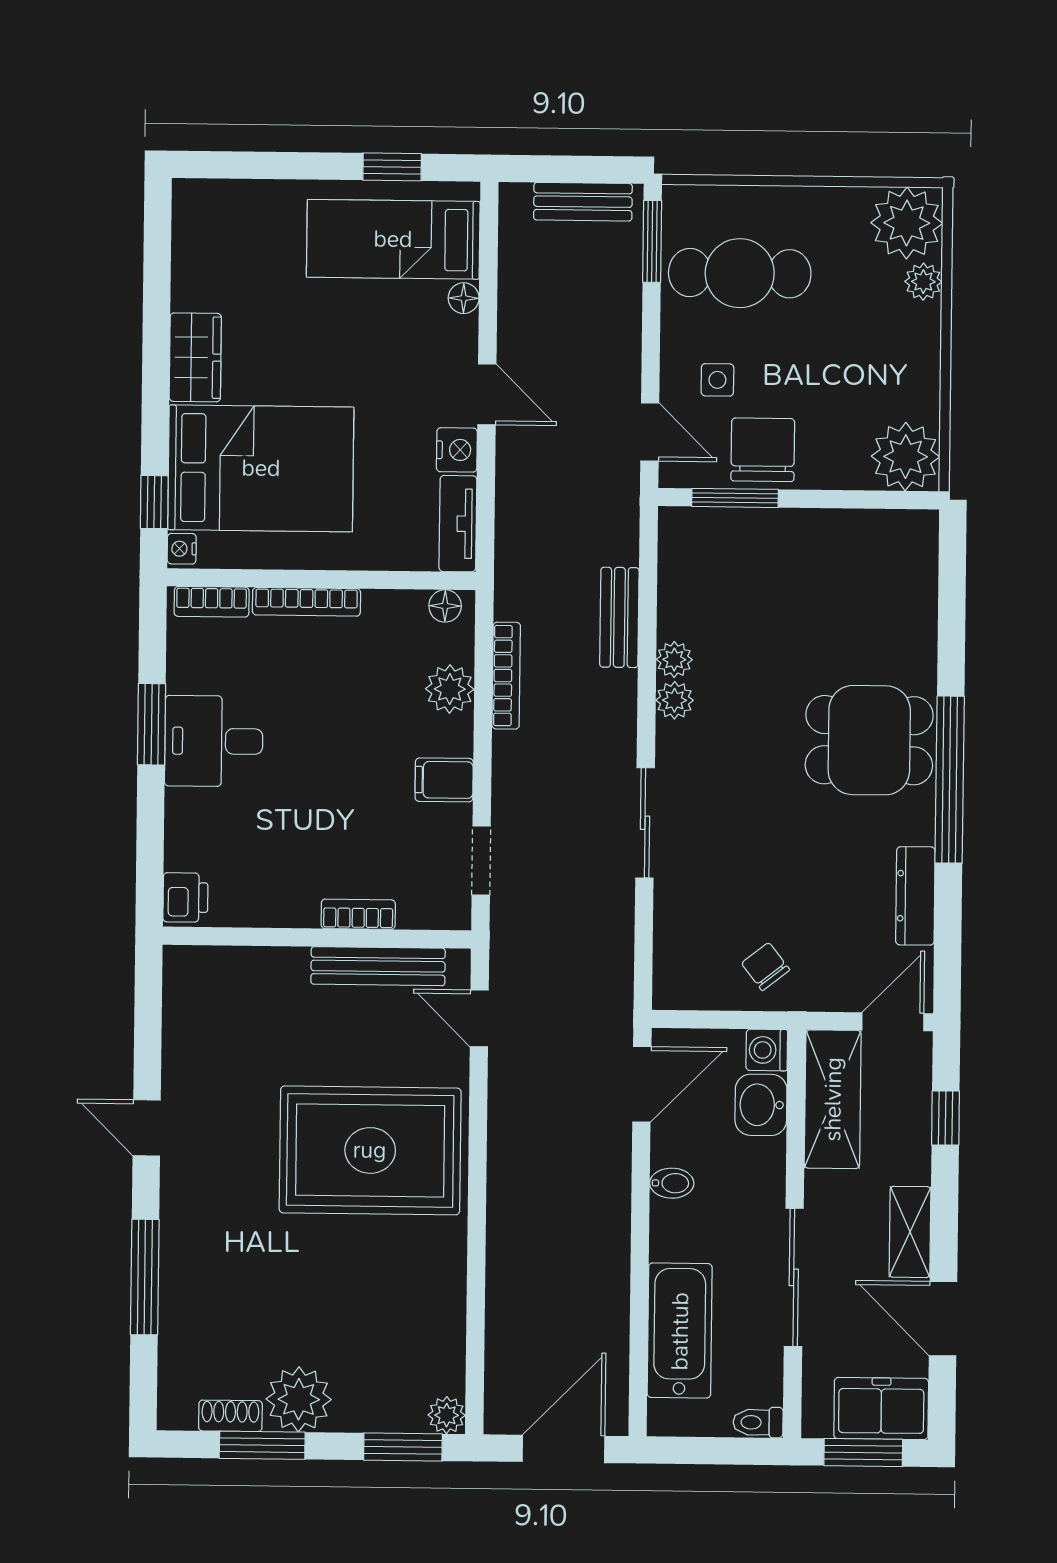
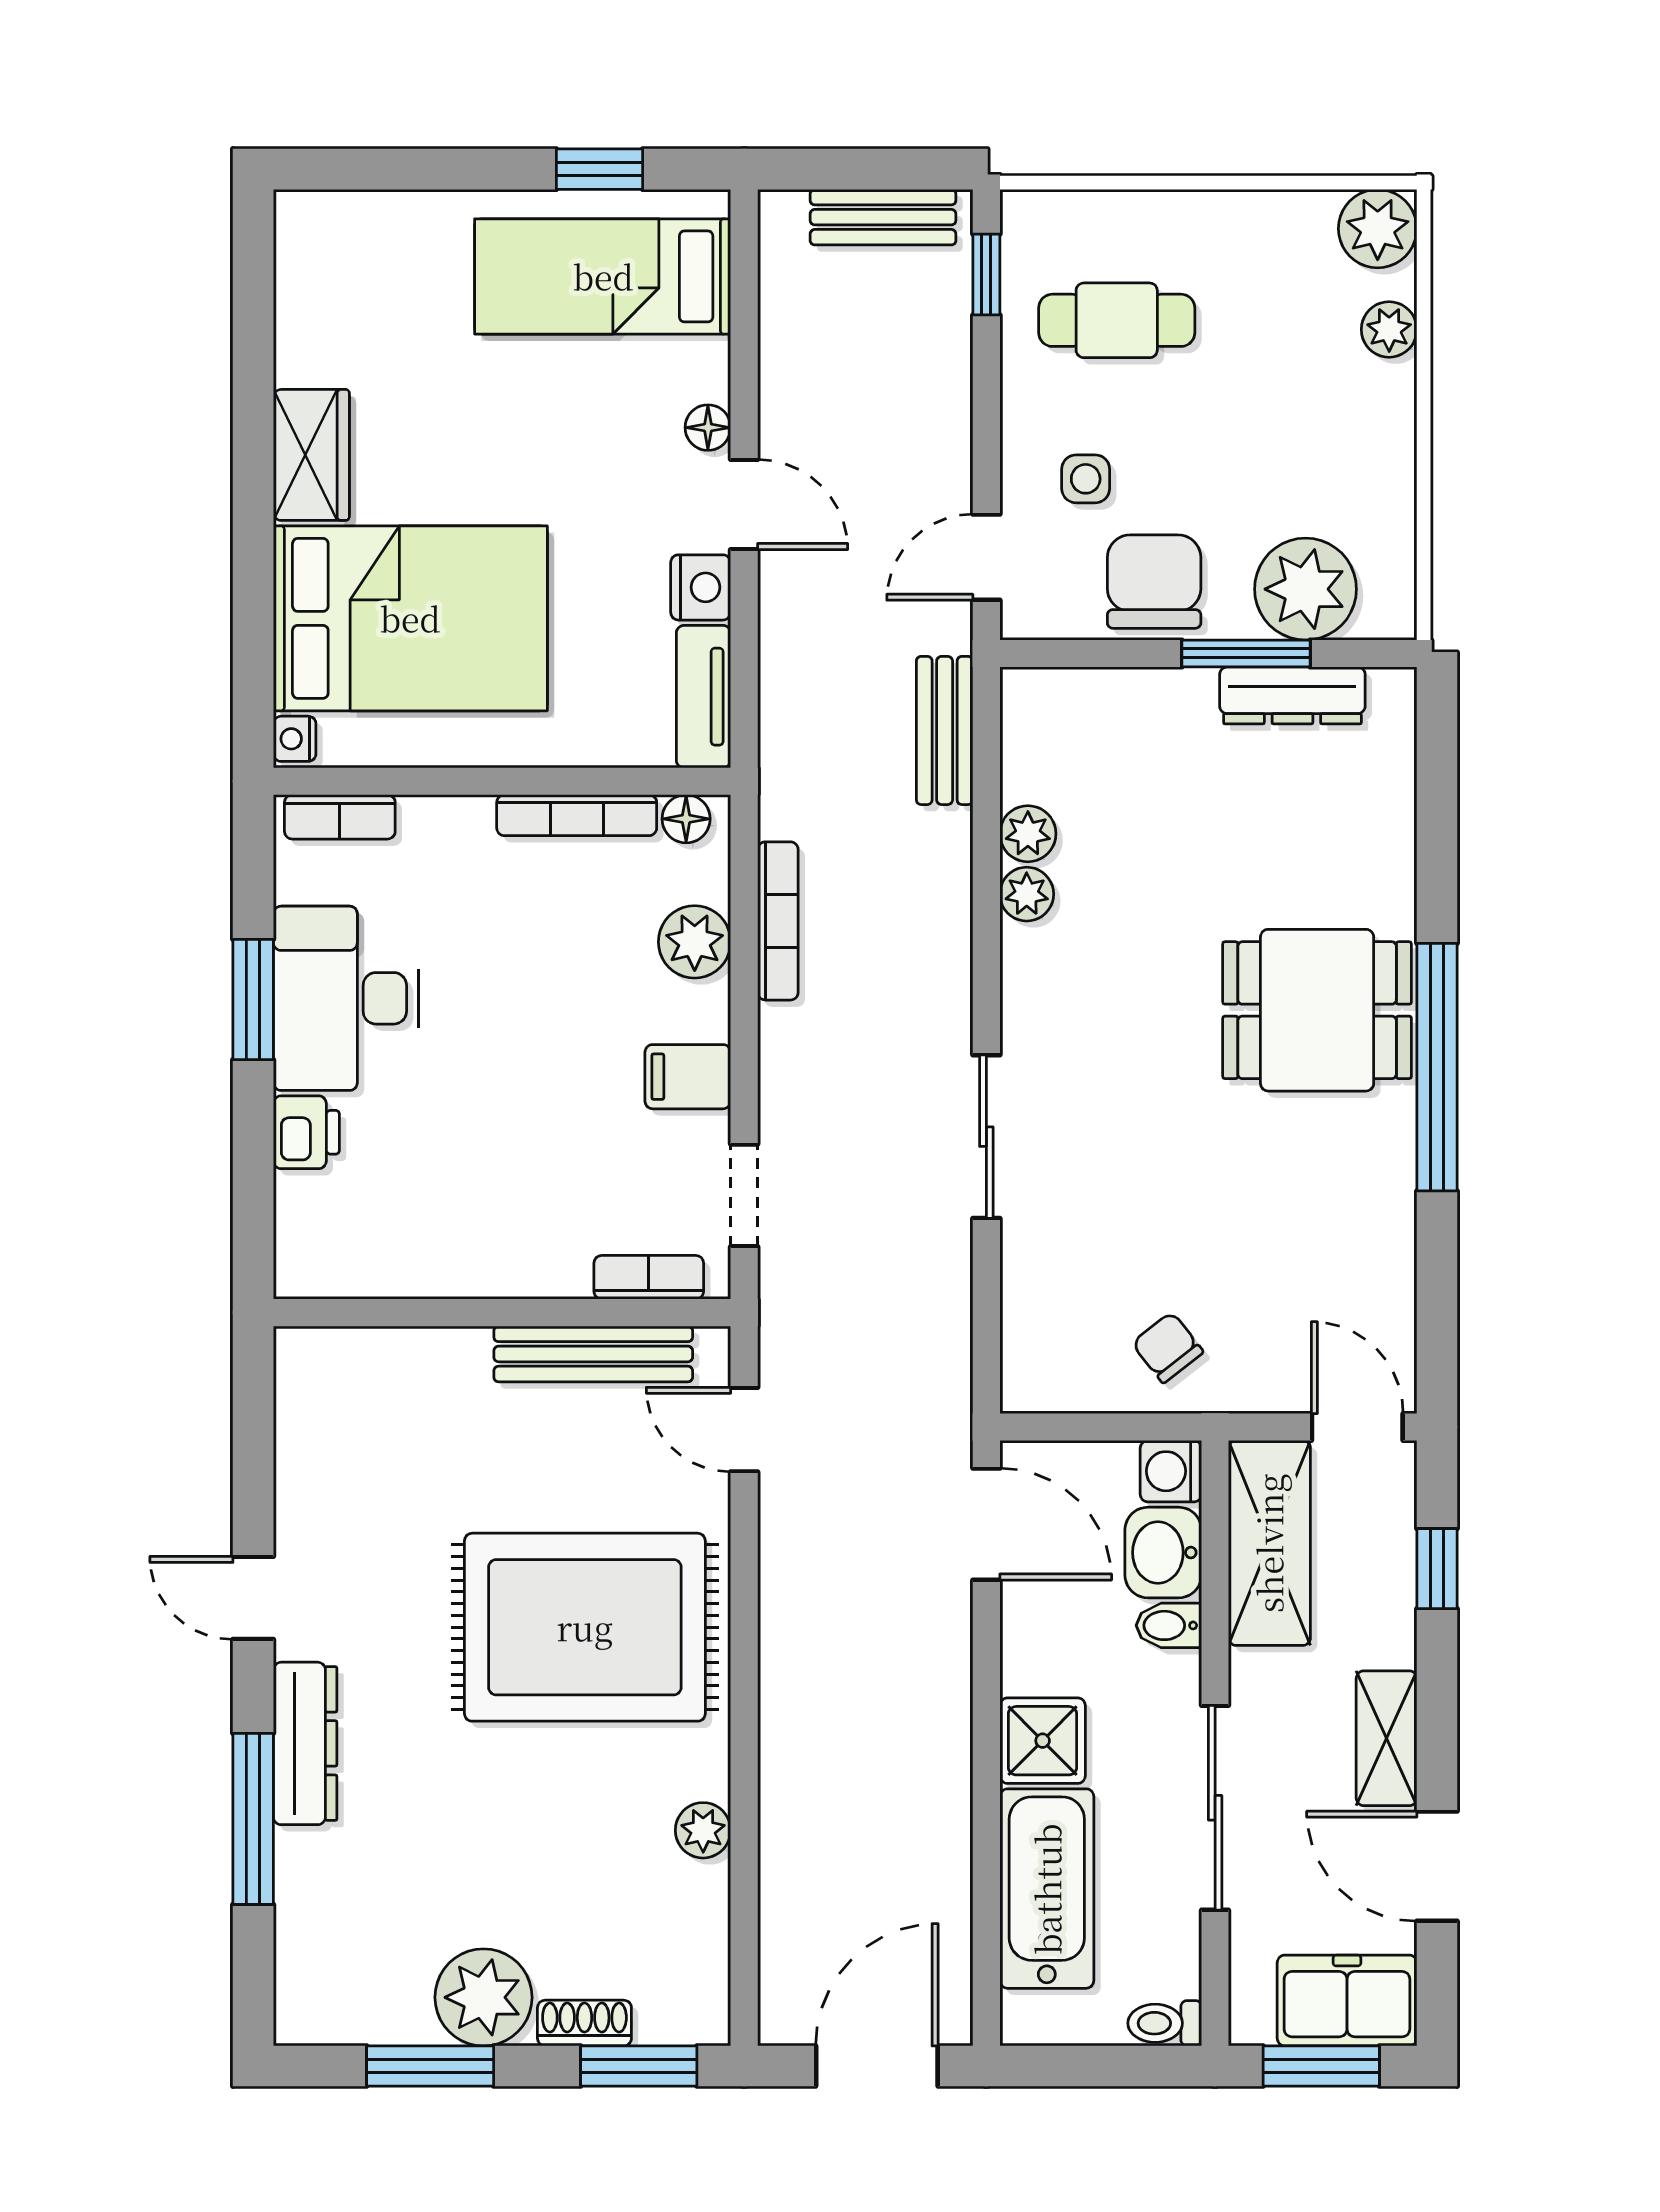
plant: (907, 223) -> (1378, 229), width x0.73, depth x0.73
window: (652, 241) -> (986, 275), width x0.67
cafe table: (740, 273) -> (1117, 320), width x0.73, depth x0.74
floor lamp: (464, 298) -> (708, 428), moved
door: (650, 432) -> (986, 557), swing flipped
plant: (906, 457) -> (1306, 589), moved
window: (735, 498) -> (1246, 653), moved
window: (154, 502) -> (253, 670), removed
bookcase: (306, 602) -> (577, 815), moved
bench: (619, 617) -> (945, 730), moved
plant: (675, 700) -> (1028, 834), moved
desk: (214, 741) -> (346, 998), width x1.37
dresser: (915, 896) -> (1292, 695), moved, turned -90
printer: (185, 897) -> (306, 1132), moved
bookcase: (358, 914) -> (649, 1277), moved
door: (893, 1022) -> (1357, 1427), hinge flipped
door: (642, 1084) -> (986, 1524), hinge flipped
bidet: (672, 1183) -> (1169, 1625), moved, turned 180
dresser: (180, 1227) -> (305, 1743), added
shower: (678, 1231) -> (1043, 1741), added
plant: (447, 1415) -> (703, 1830), moved
shoe rack: (230, 1416) -> (584, 2023), moved

